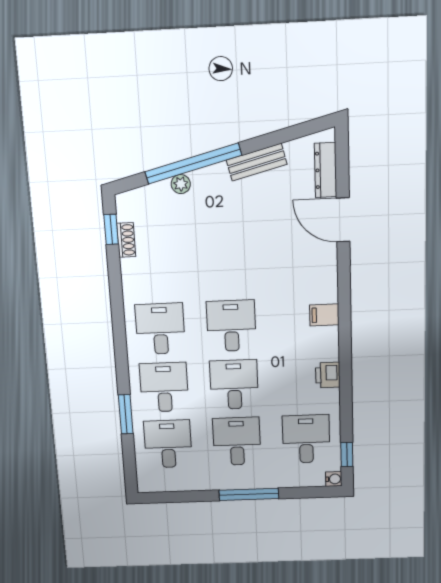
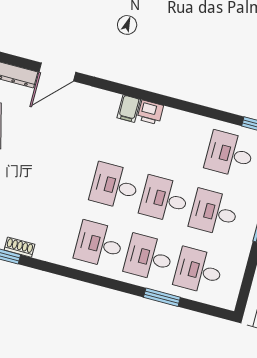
printer: (328, 375) -> (150, 112), moved

